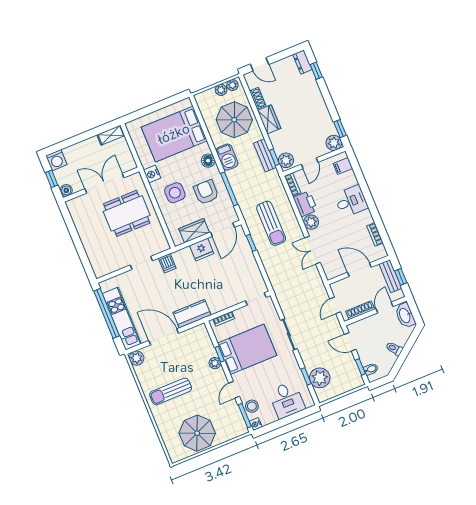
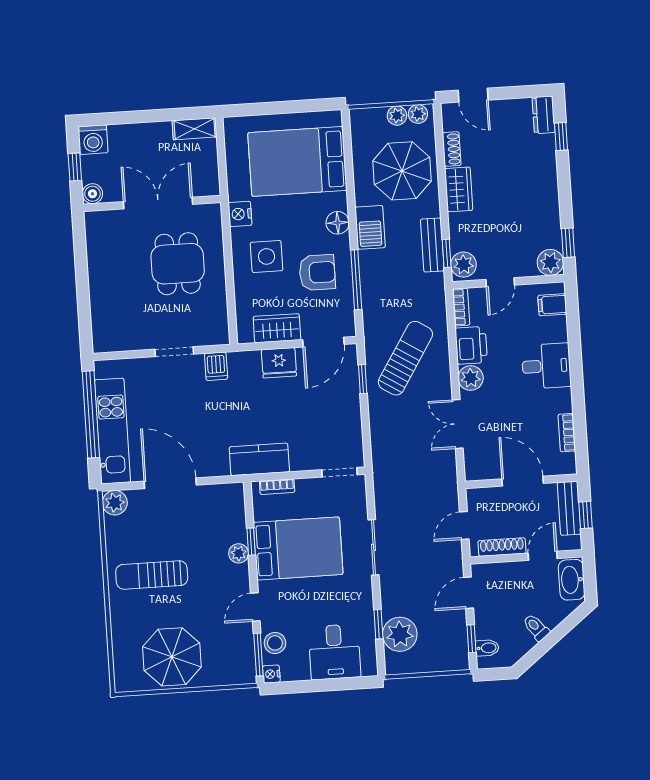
armchair: (206, 192) -> (317, 273), turned 90
dining table: (127, 213) -> (178, 264), width x0.73
sun lounger: (271, 223) -> (405, 358), turned -148
kitchen counter: (192, 314) -> (259, 459), moved
door: (350, 342) -> (469, 593), hinge flipped

